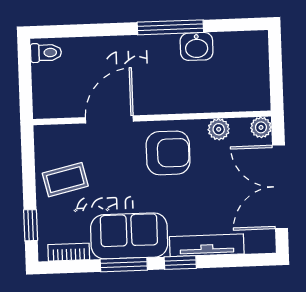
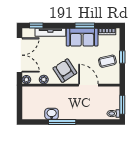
window: (25, 75) -> (122, 105), added
door: (109, 119) -> (88, 85), swing flipped
armchair: (168, 153) -> (65, 71), turned 57
window: (31, 225) -> (122, 57), moved
window: (180, 263) -> (36, 25), moved

